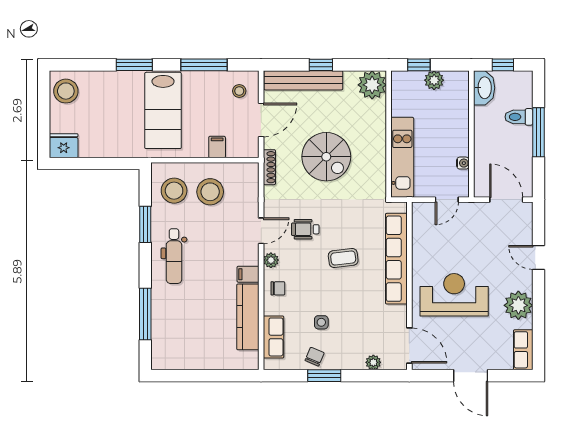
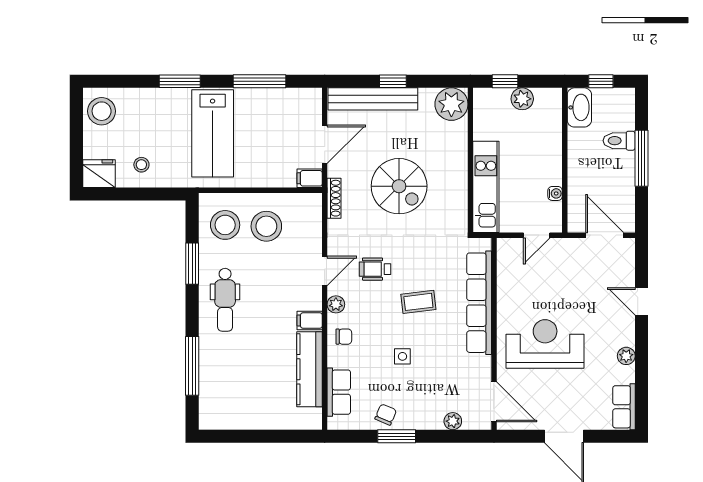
stool: (239, 91) -> (141, 165), moved
filing cabinet: (217, 147) -> (310, 178), moved, turned -90
plant: (518, 305) -> (626, 356), width x0.53, depth x0.53
side table: (321, 322) -> (402, 356), moved

